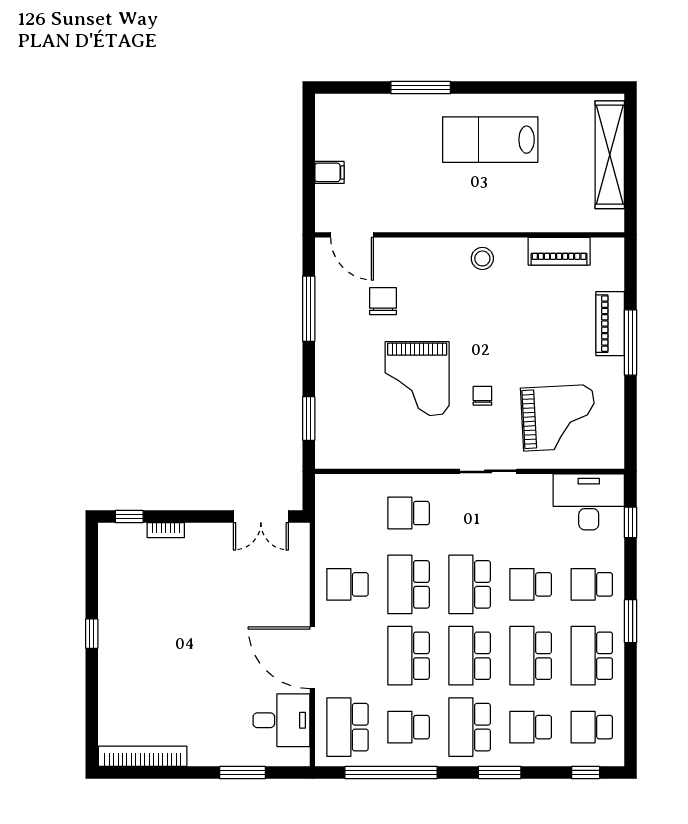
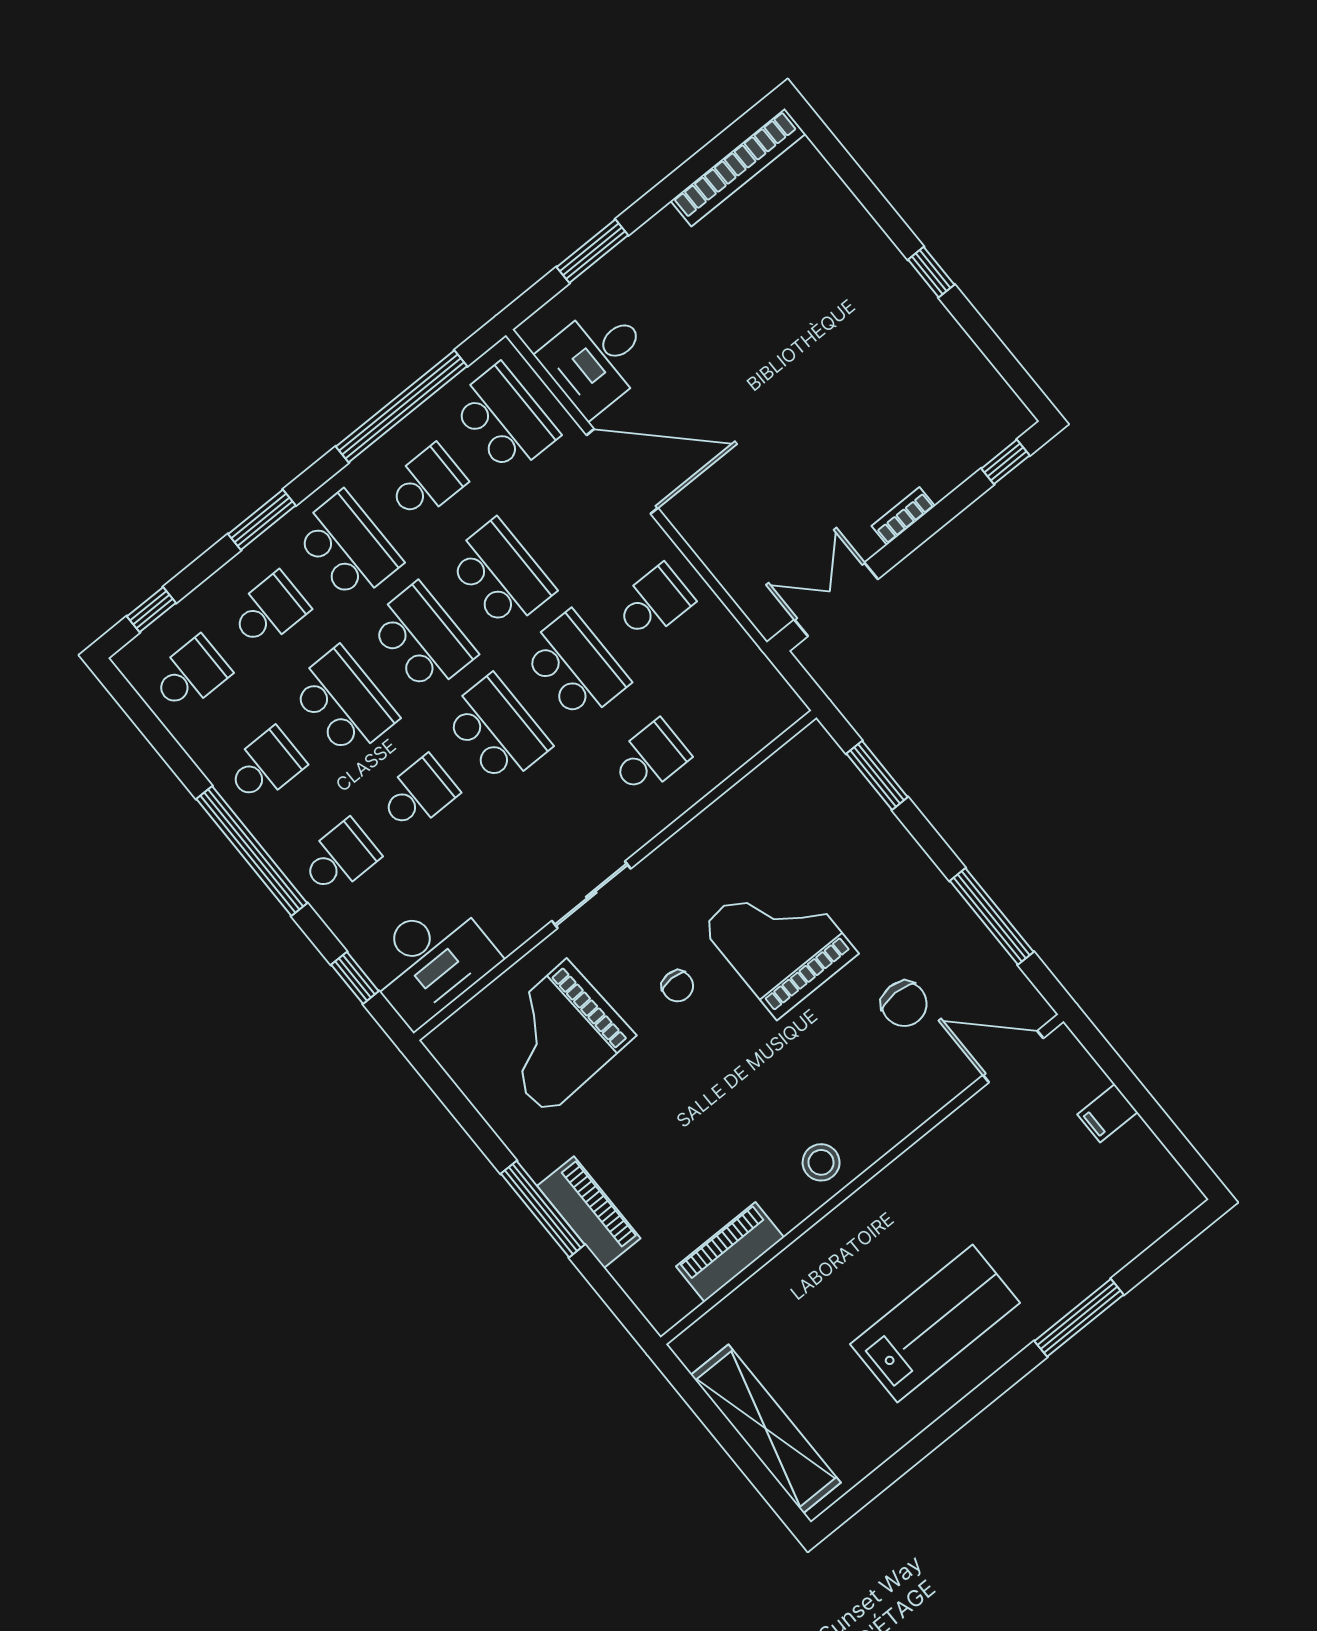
bookcase: (166, 530) -> (903, 516), moved
window: (630, 621) -> (252, 851), width x2.11
school desk: (592, 656) -> (265, 766), width x0.54

